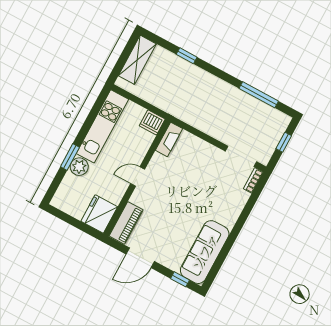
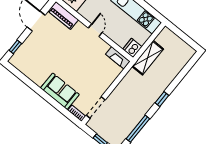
window: (187, 56) -> (162, 99), moved
shelving: (137, 60) -> (148, 58), moved, turned 90
sofa: (205, 252) -> (60, 91), moved, width x0.73

